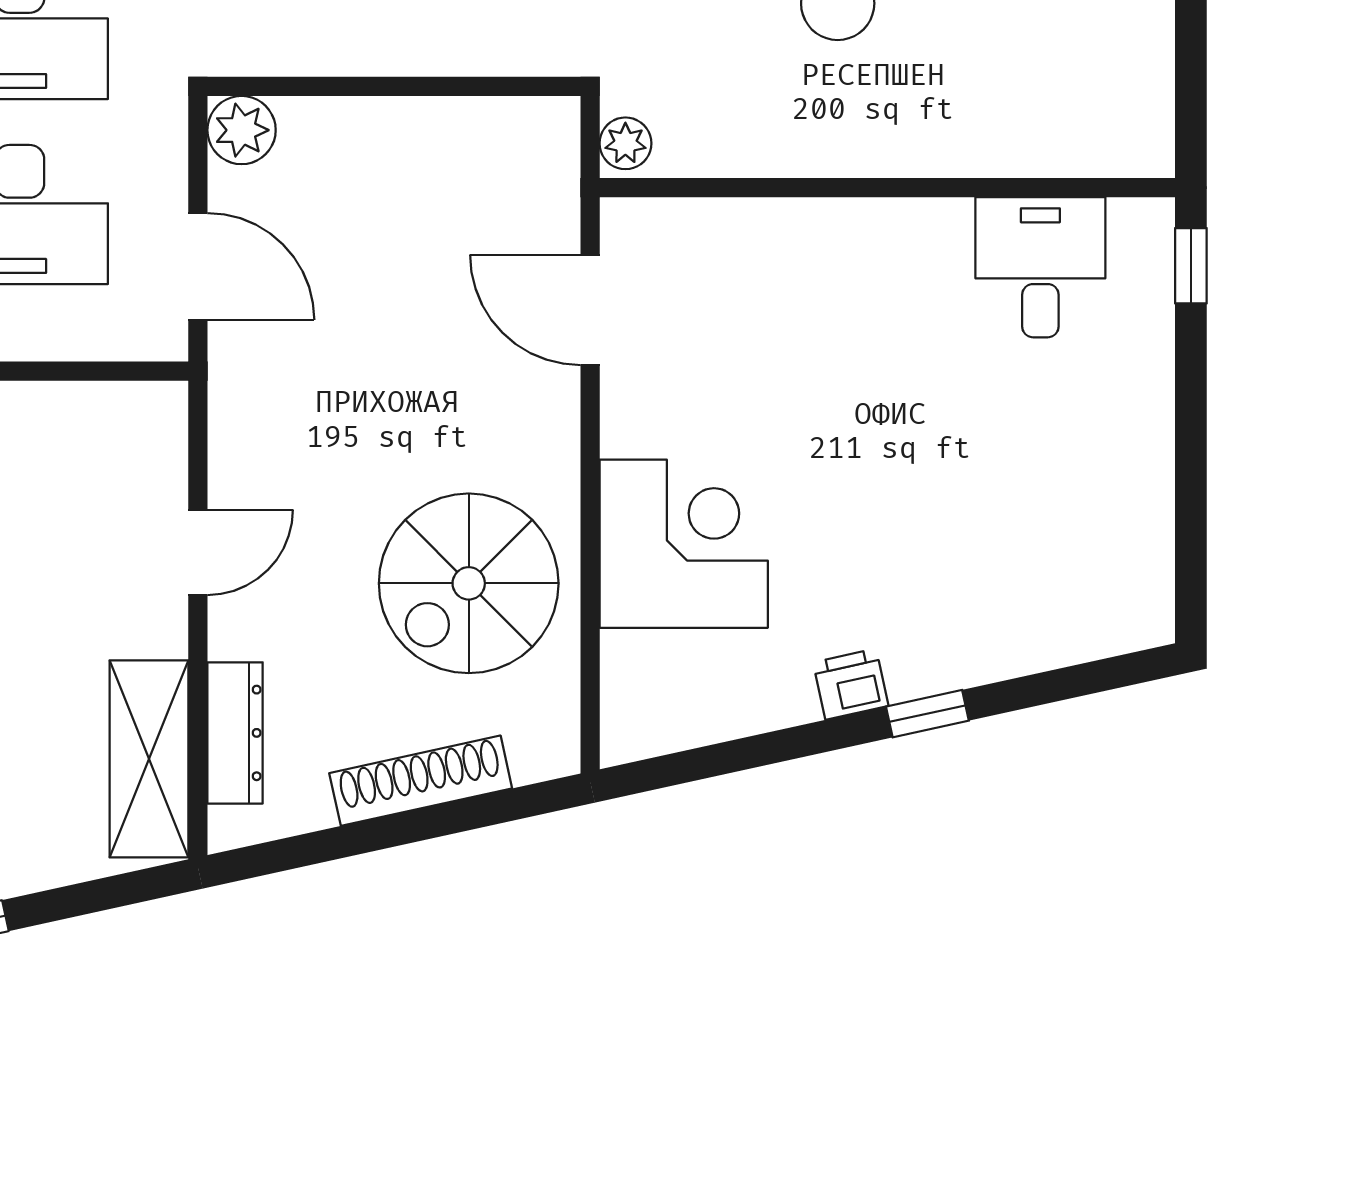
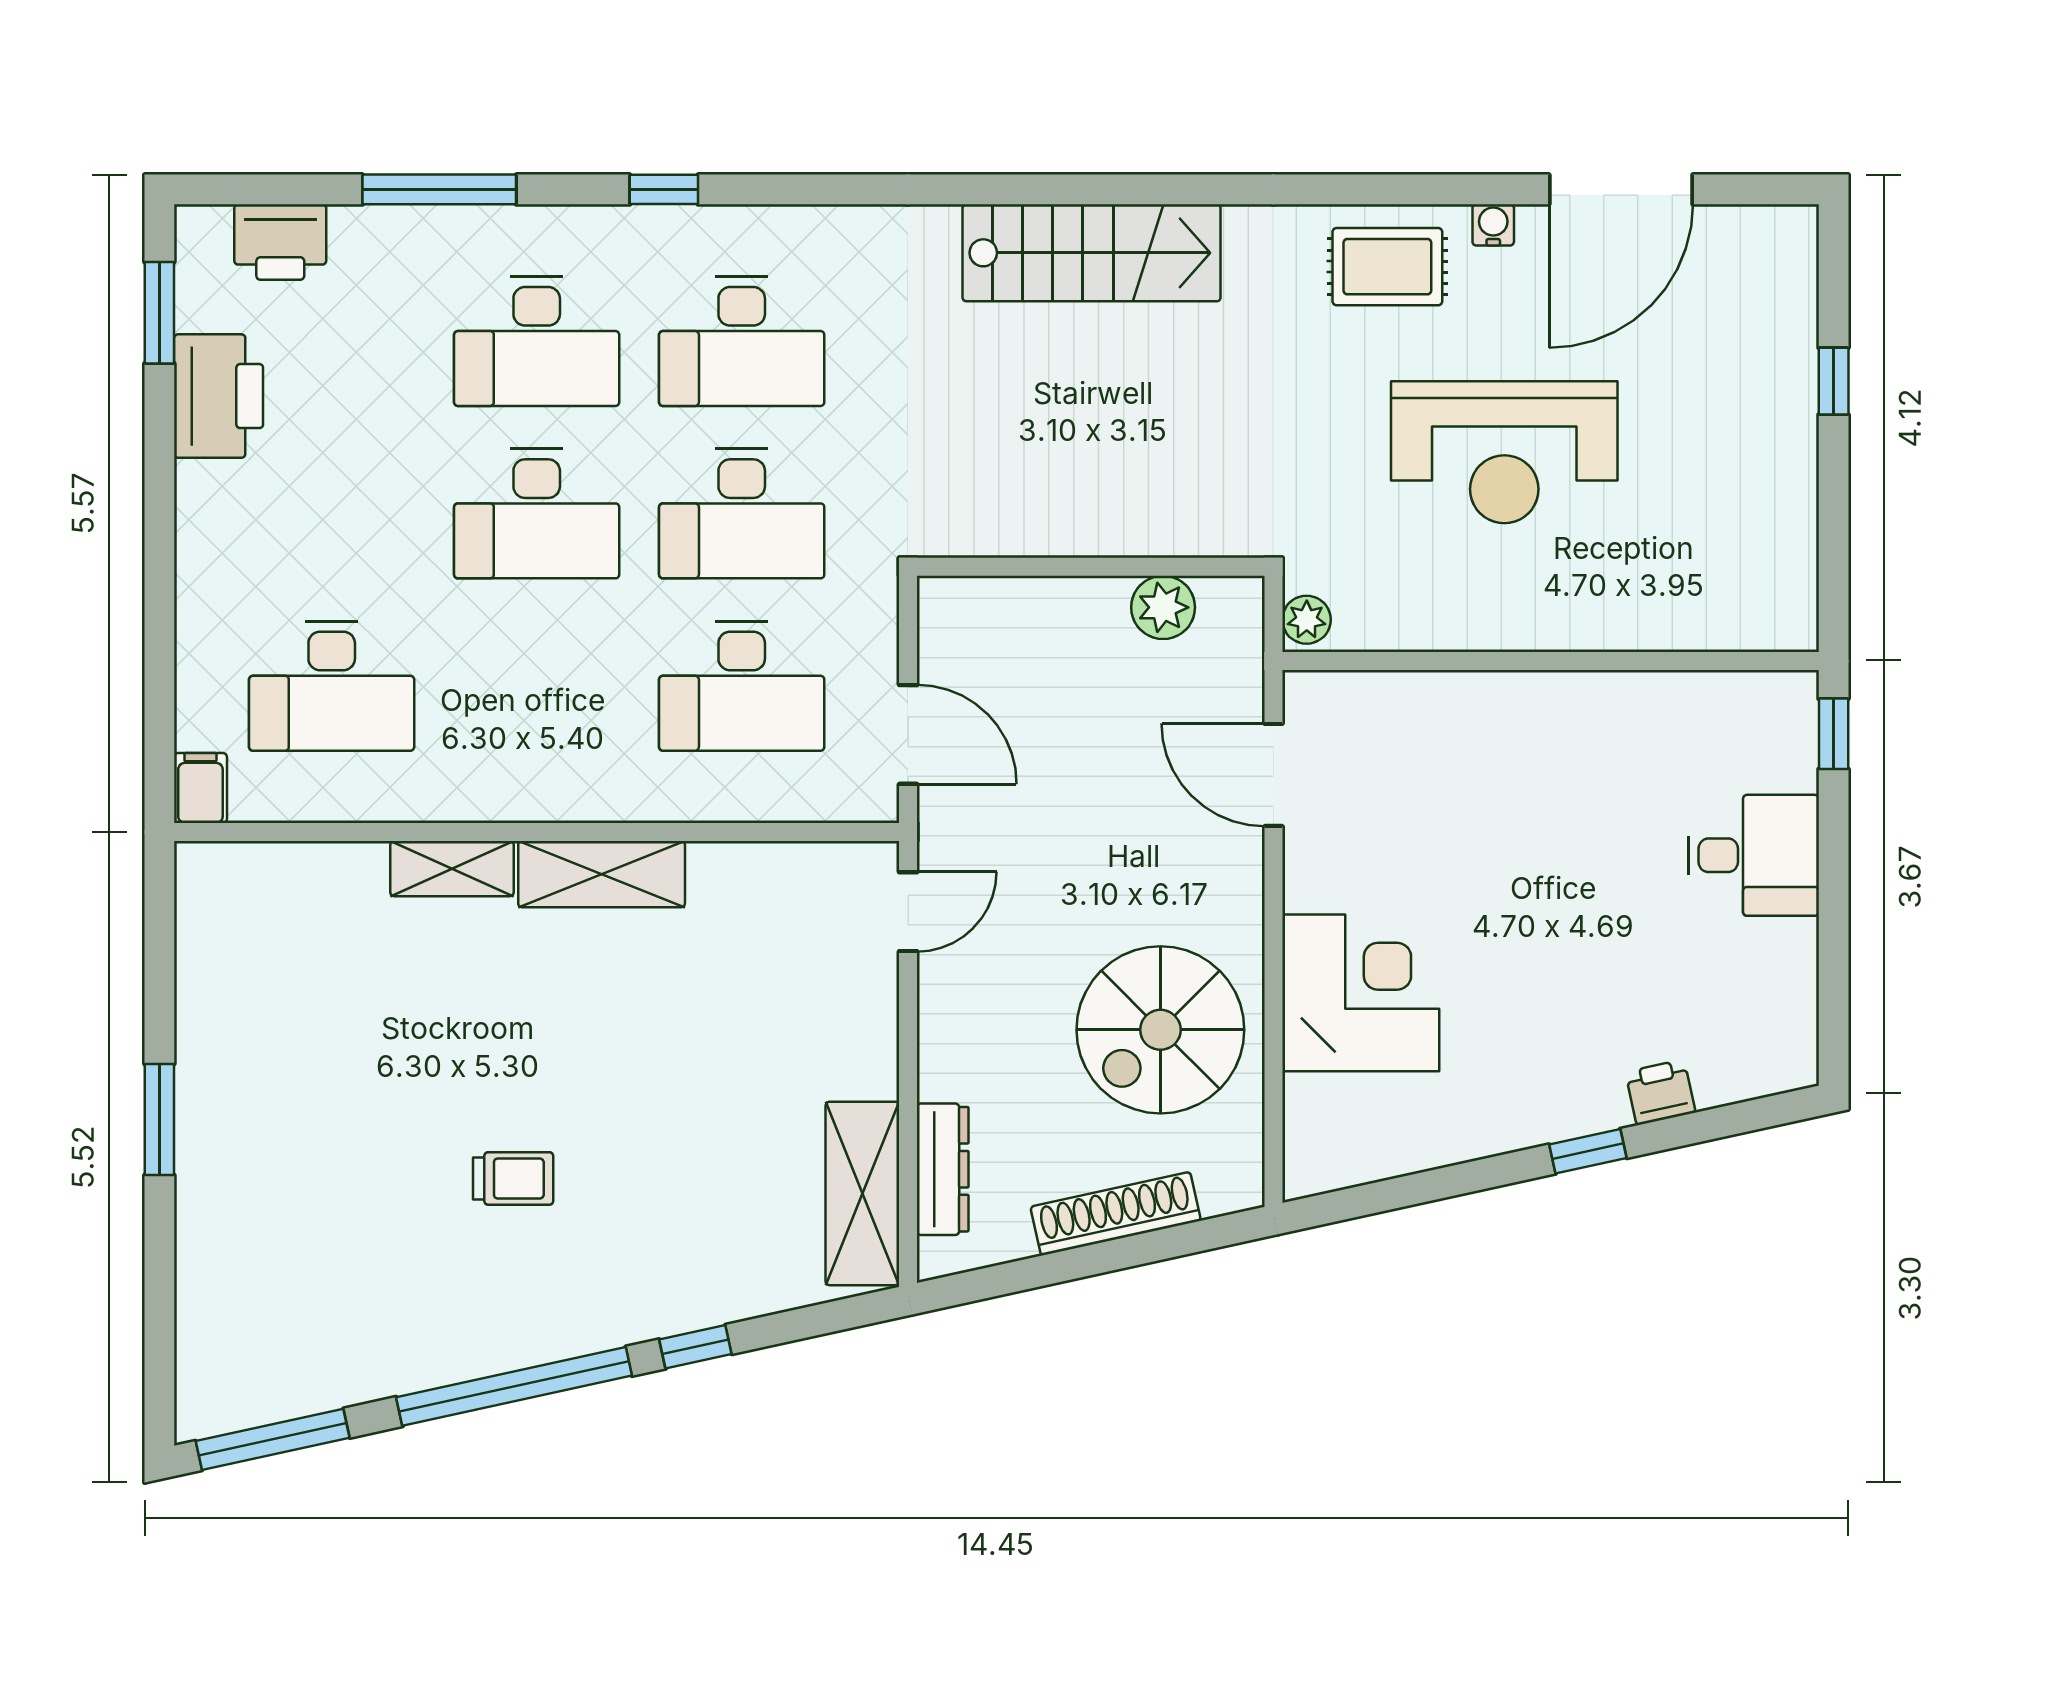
plant: (242, 130) -> (1163, 607), moved
desk: (1040, 267) -> (1754, 855), moved, turned 90
door: (198, 552) -> (908, 912), moved
printer: (851, 684) -> (1660, 1092), moved

